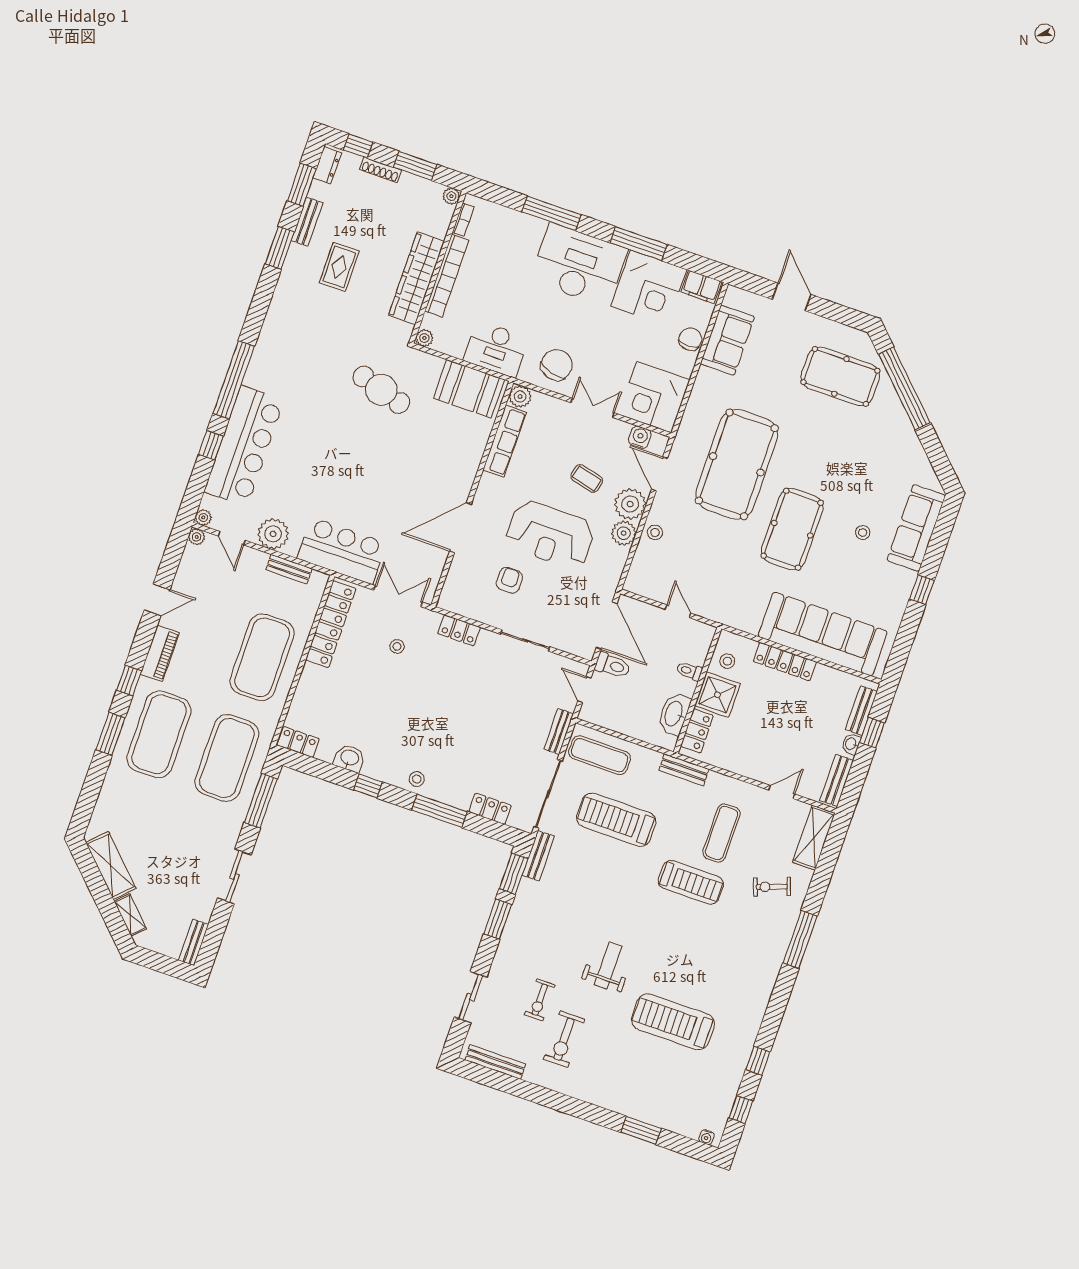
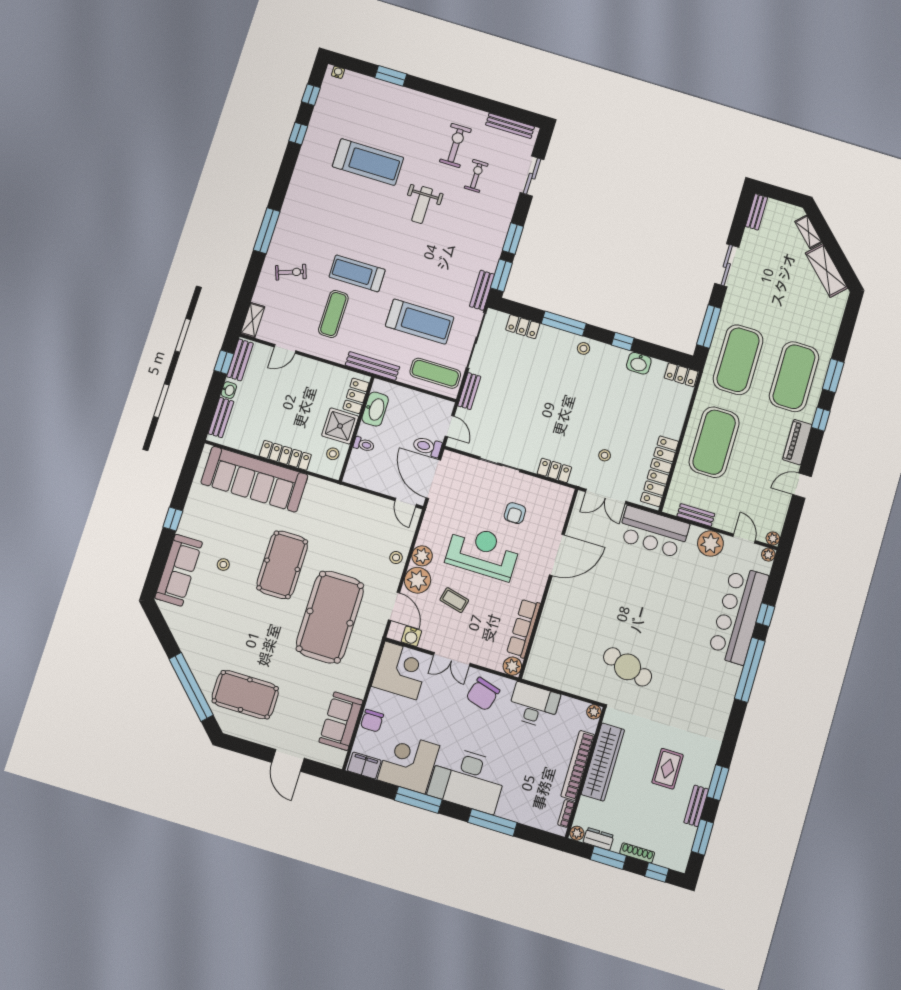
dresser: (327, 165) -> (598, 839), moved, turned 90
booth: (469, 389) -> (555, 671), removed
door: (678, 611) -> (406, 503), moved
window: (872, 733) -> (224, 362), moved
bench: (684, 770) -> (372, 366), width x1.36
shelving: (814, 838) -> (253, 320), width x0.67, depth x0.75

